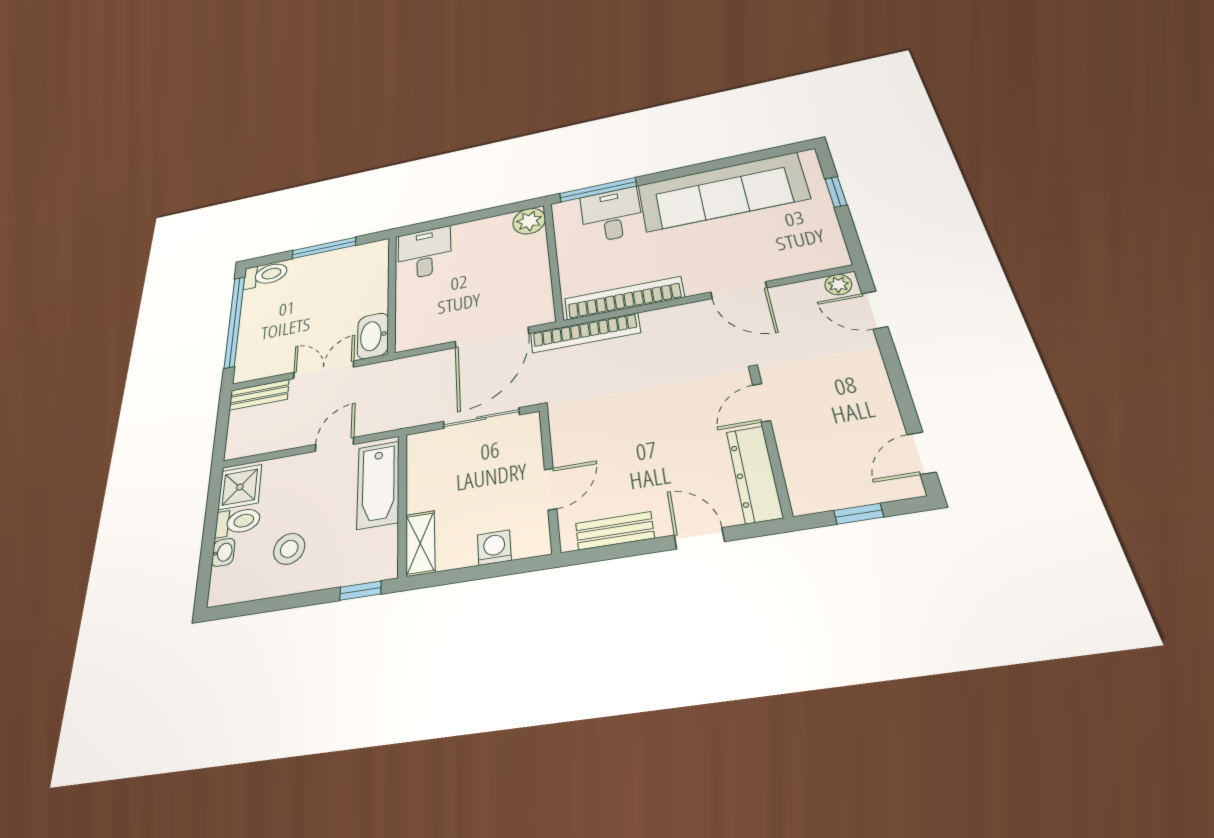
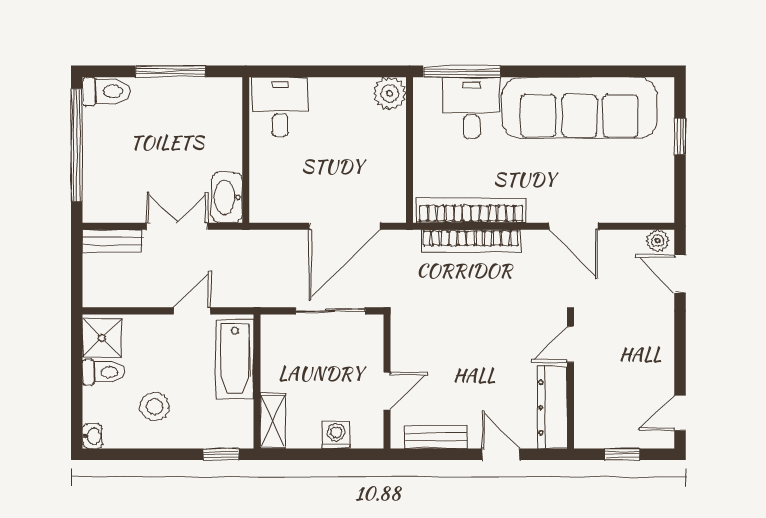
bookcase: (585, 333) -> (471, 241), moved
washbasin: (223, 552) -> (93, 436), moved

